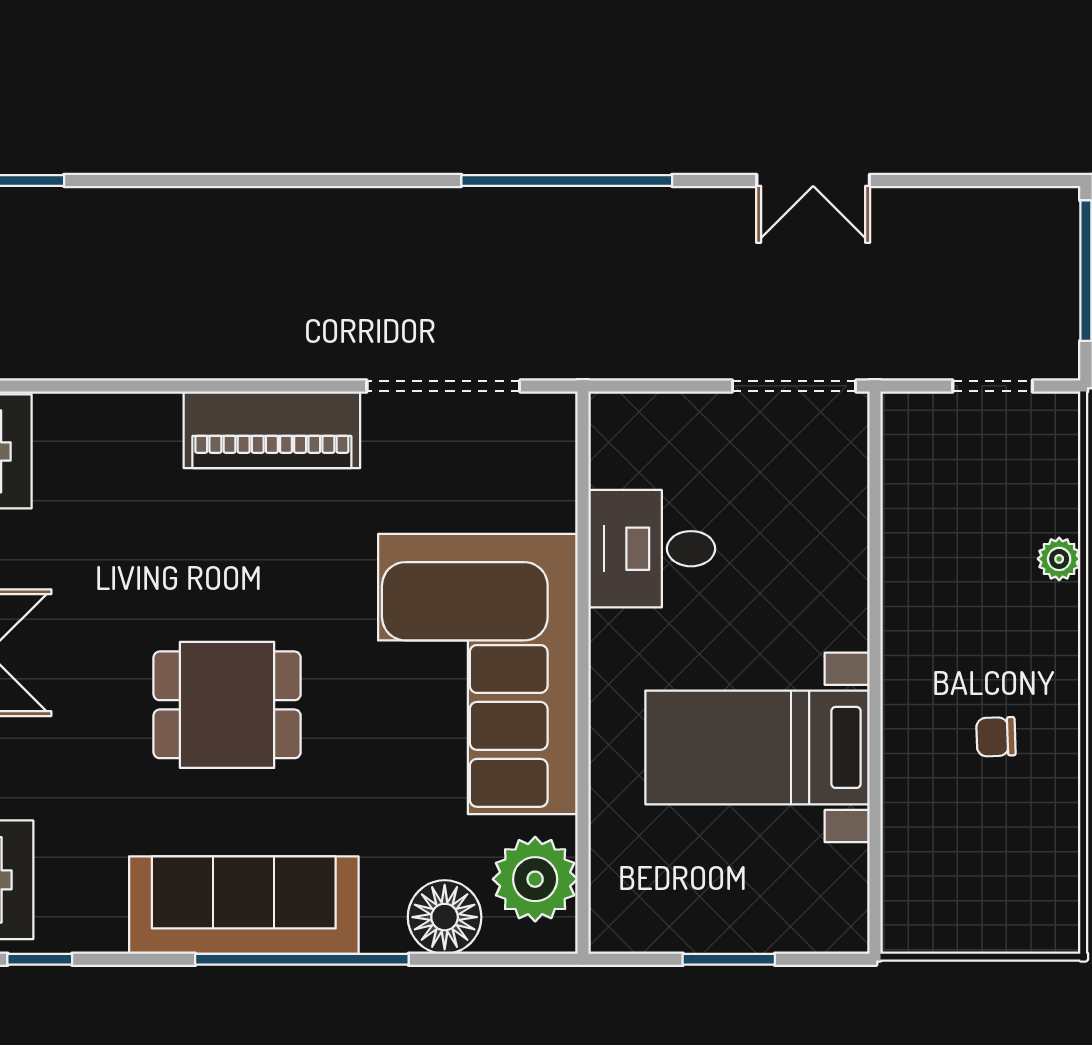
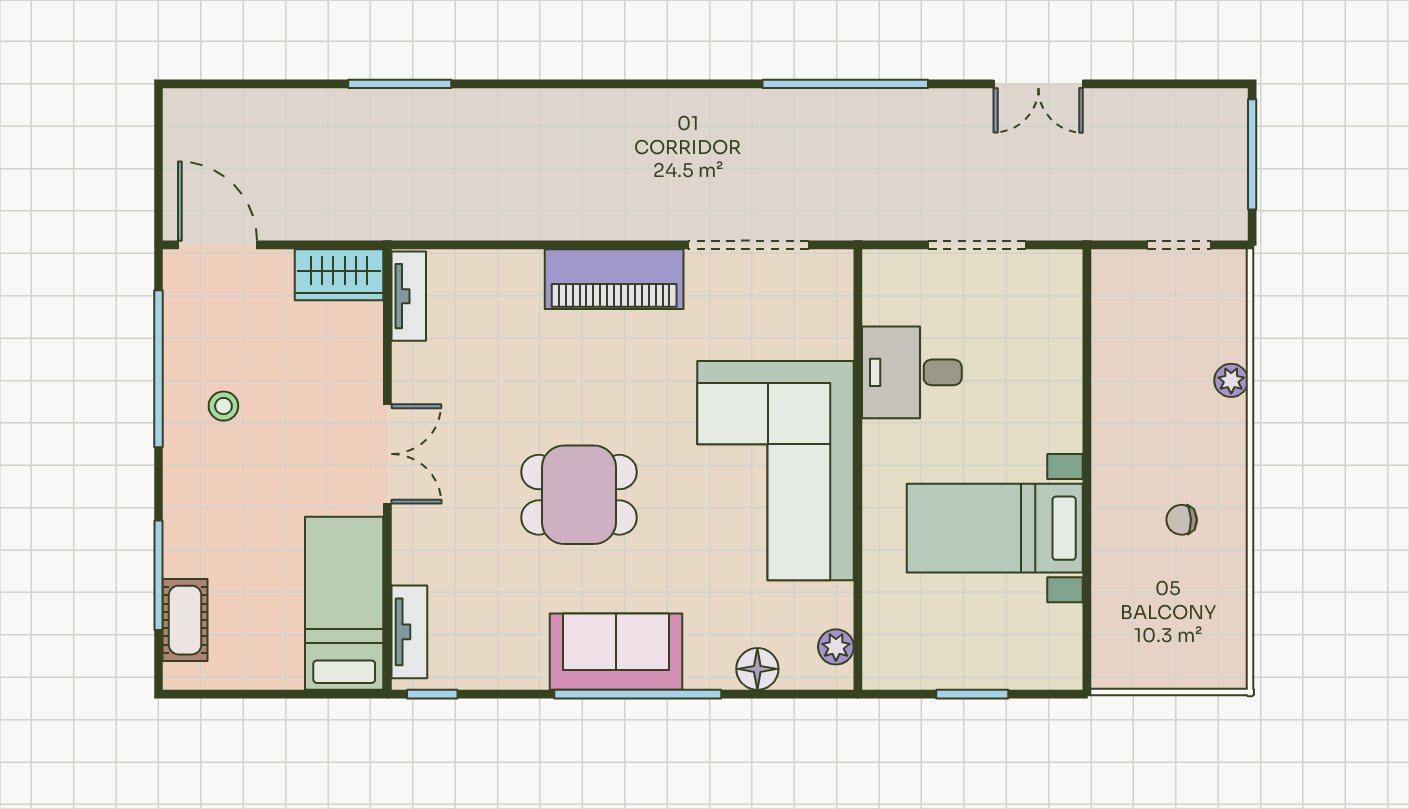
doorway: (794, 386) -> (977, 245), moved
plant: (535, 879) -> (836, 647), width x0.53, depth x0.53
sofa: (244, 905) -> (616, 652), width x0.73
floor lamp: (445, 917) -> (757, 669), width x0.73, depth x0.73

